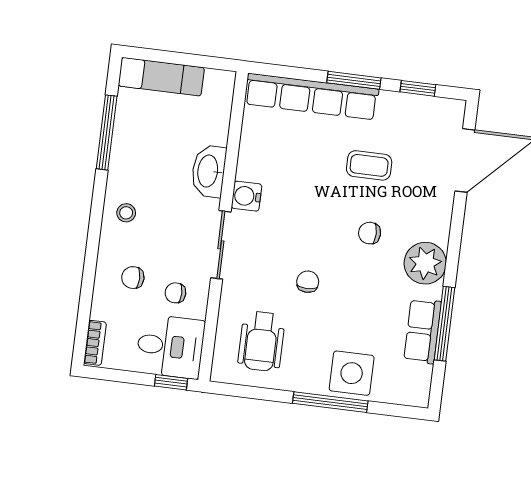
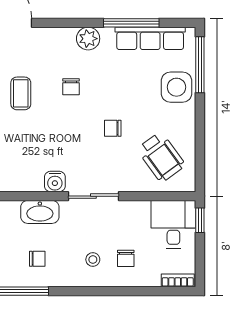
stool: (126, 213) -> (93, 260), moved
plant: (425, 263) -> (88, 39), width x0.73, depth x0.73
chair: (175, 293) -> (37, 259), moved, turned -90
row of seats: (423, 331) -> (150, 38), width x1.48
wheelchair: (261, 341) -> (161, 157), turned 54
window: (330, 402) -> (200, 65), moved

